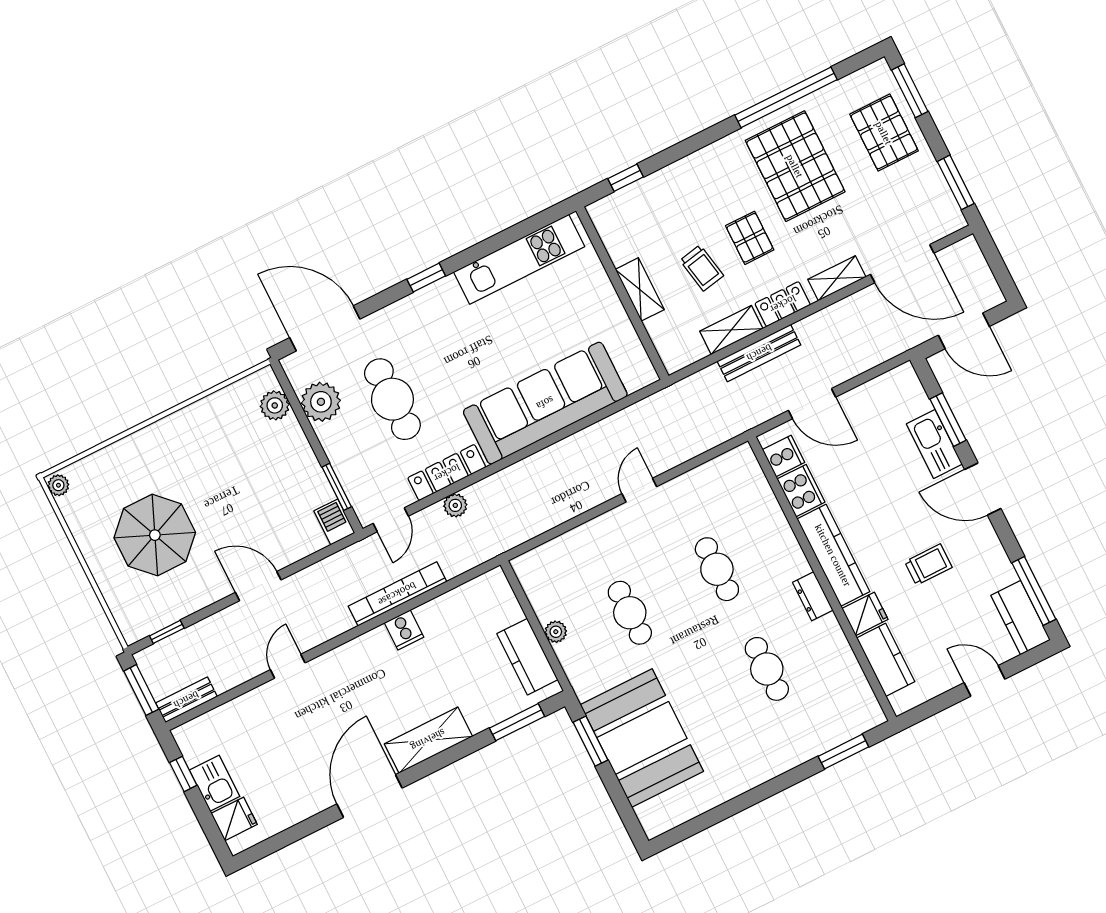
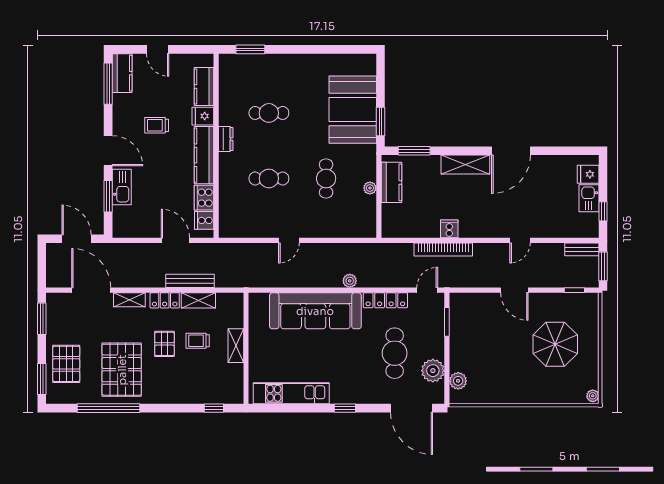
trolley: (702, 268) -> (198, 341), turned -79
plant: (455, 505) -> (350, 281), moved
barbecue: (334, 522) -> (457, 304), removed
cafe table: (717, 569) -> (269, 178), turned 90
cafe table: (767, 669) -> (269, 113), turned 90

